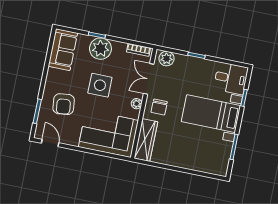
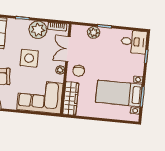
plant: (100, 49) -> (38, 30), moved
plant: (167, 59) -> (94, 32), moved
bed with nightstands: (211, 114) -> (119, 93), moved

